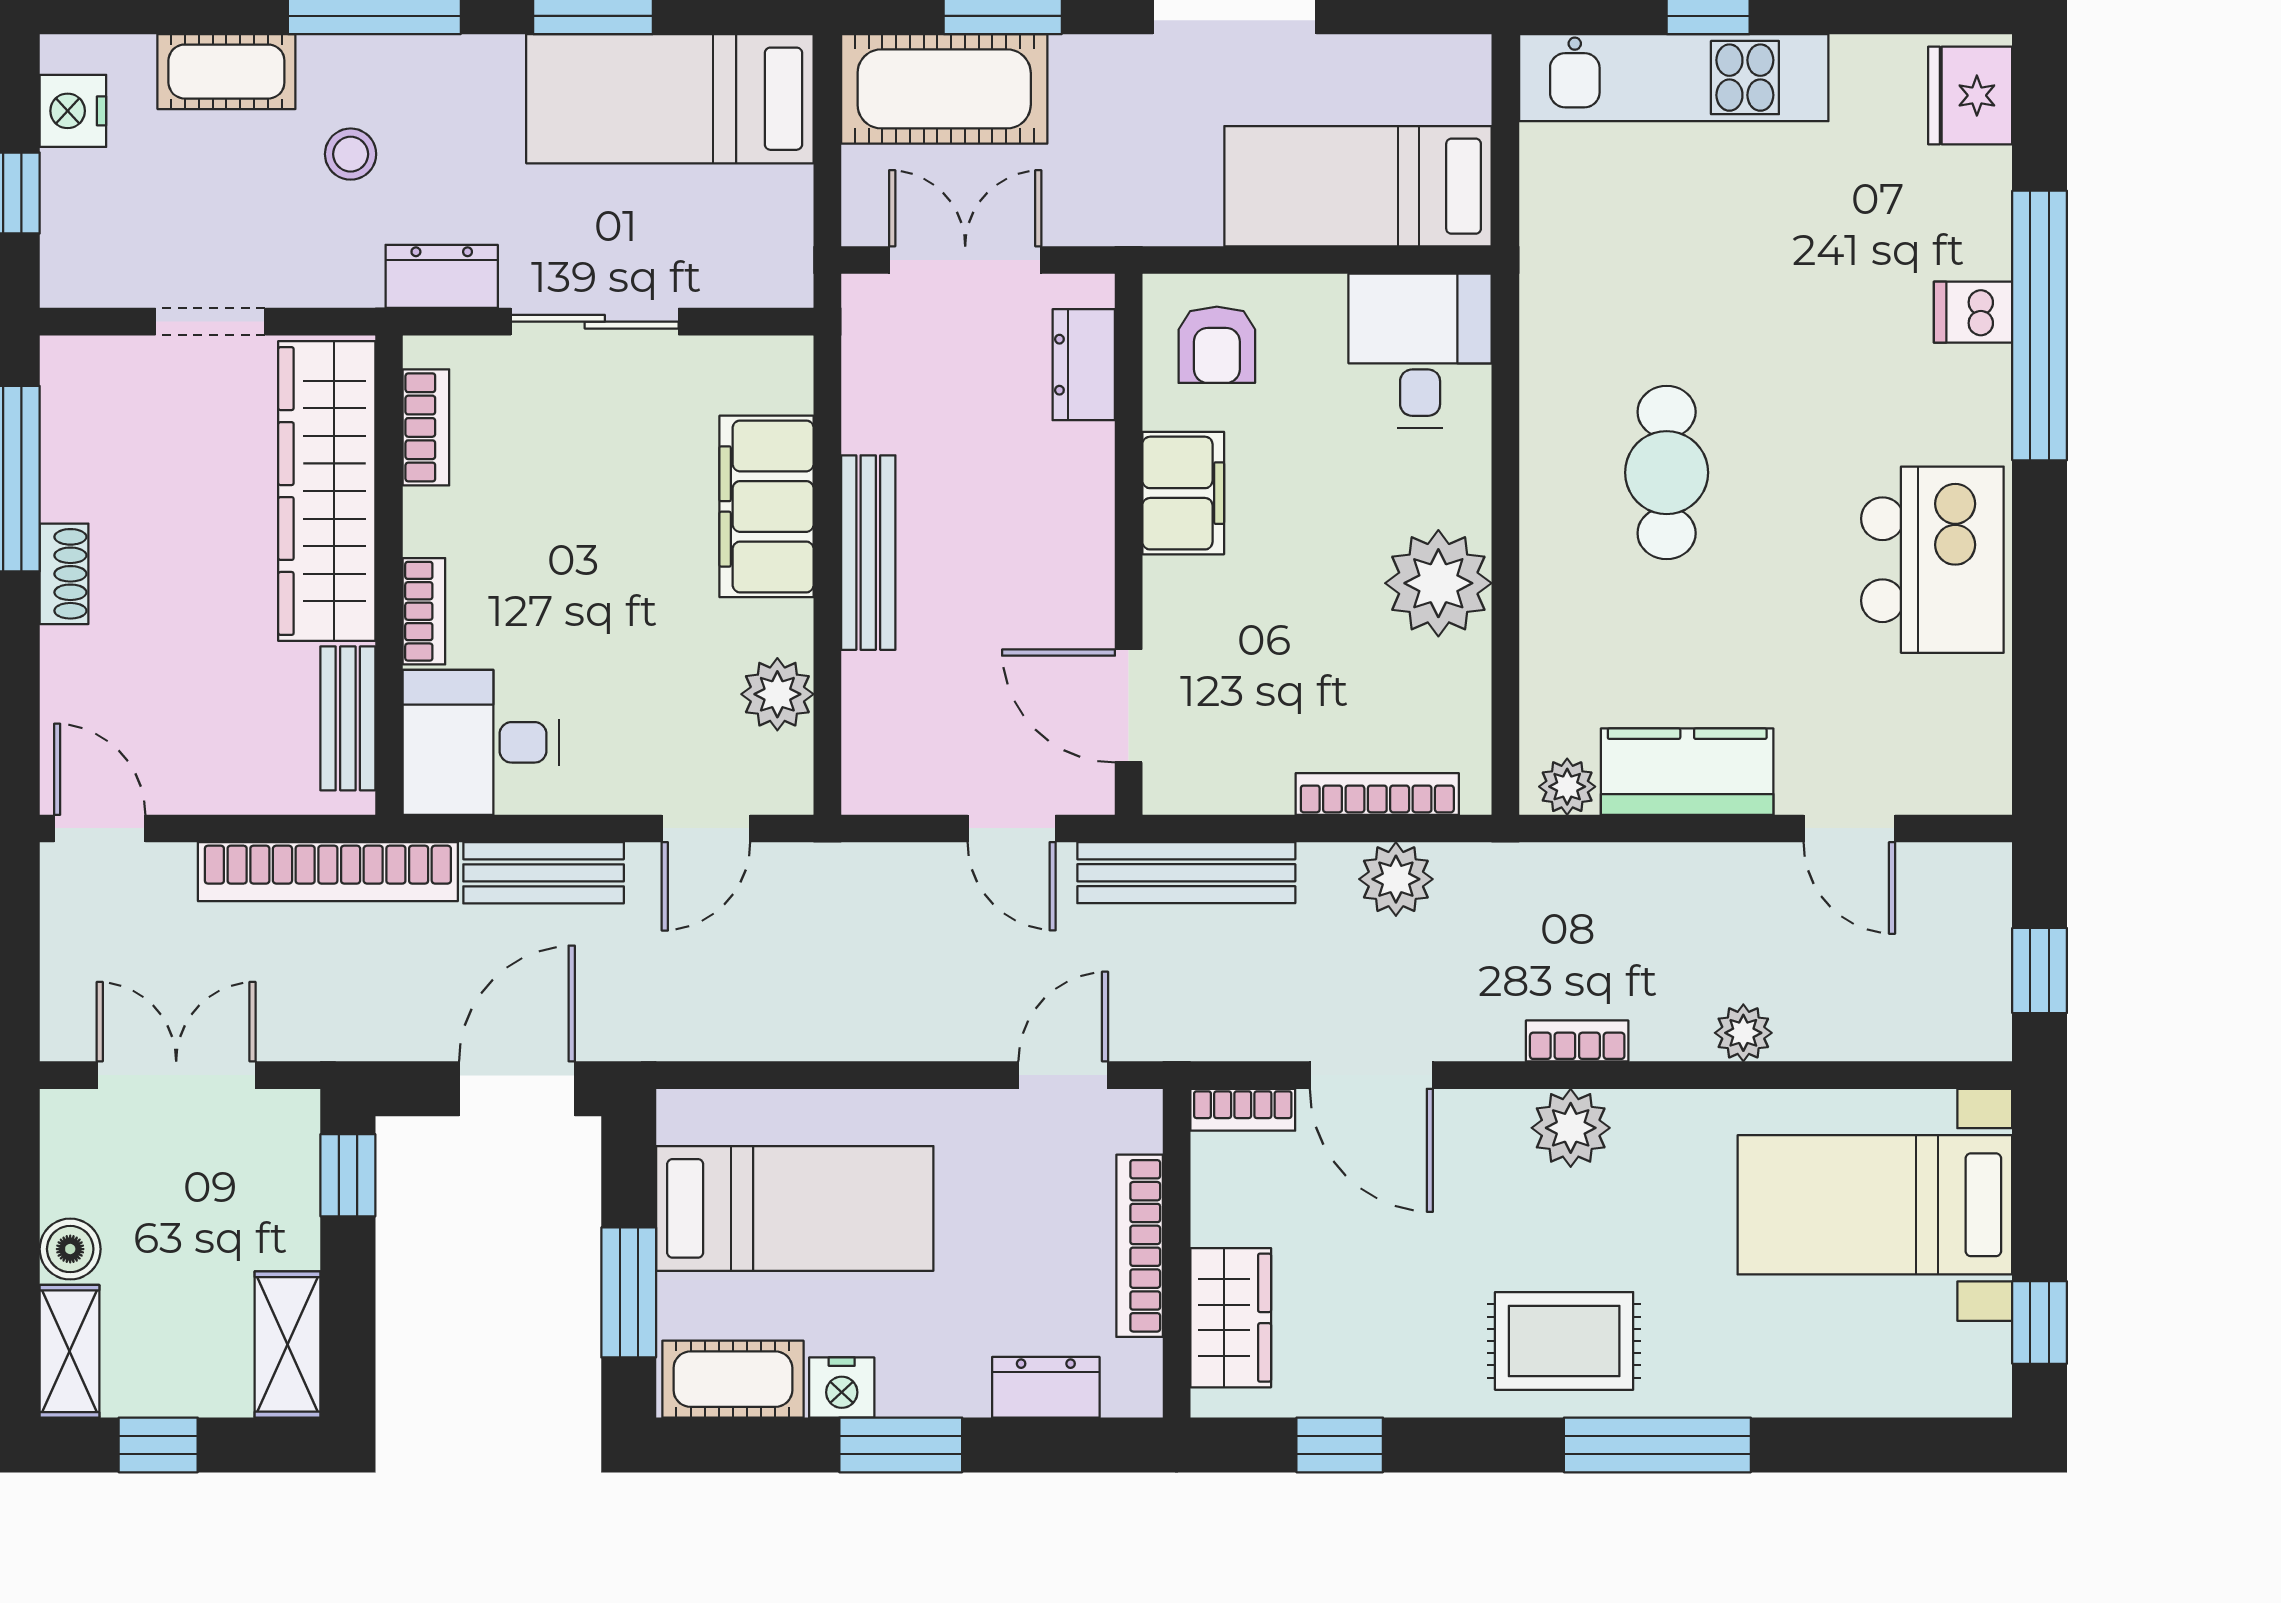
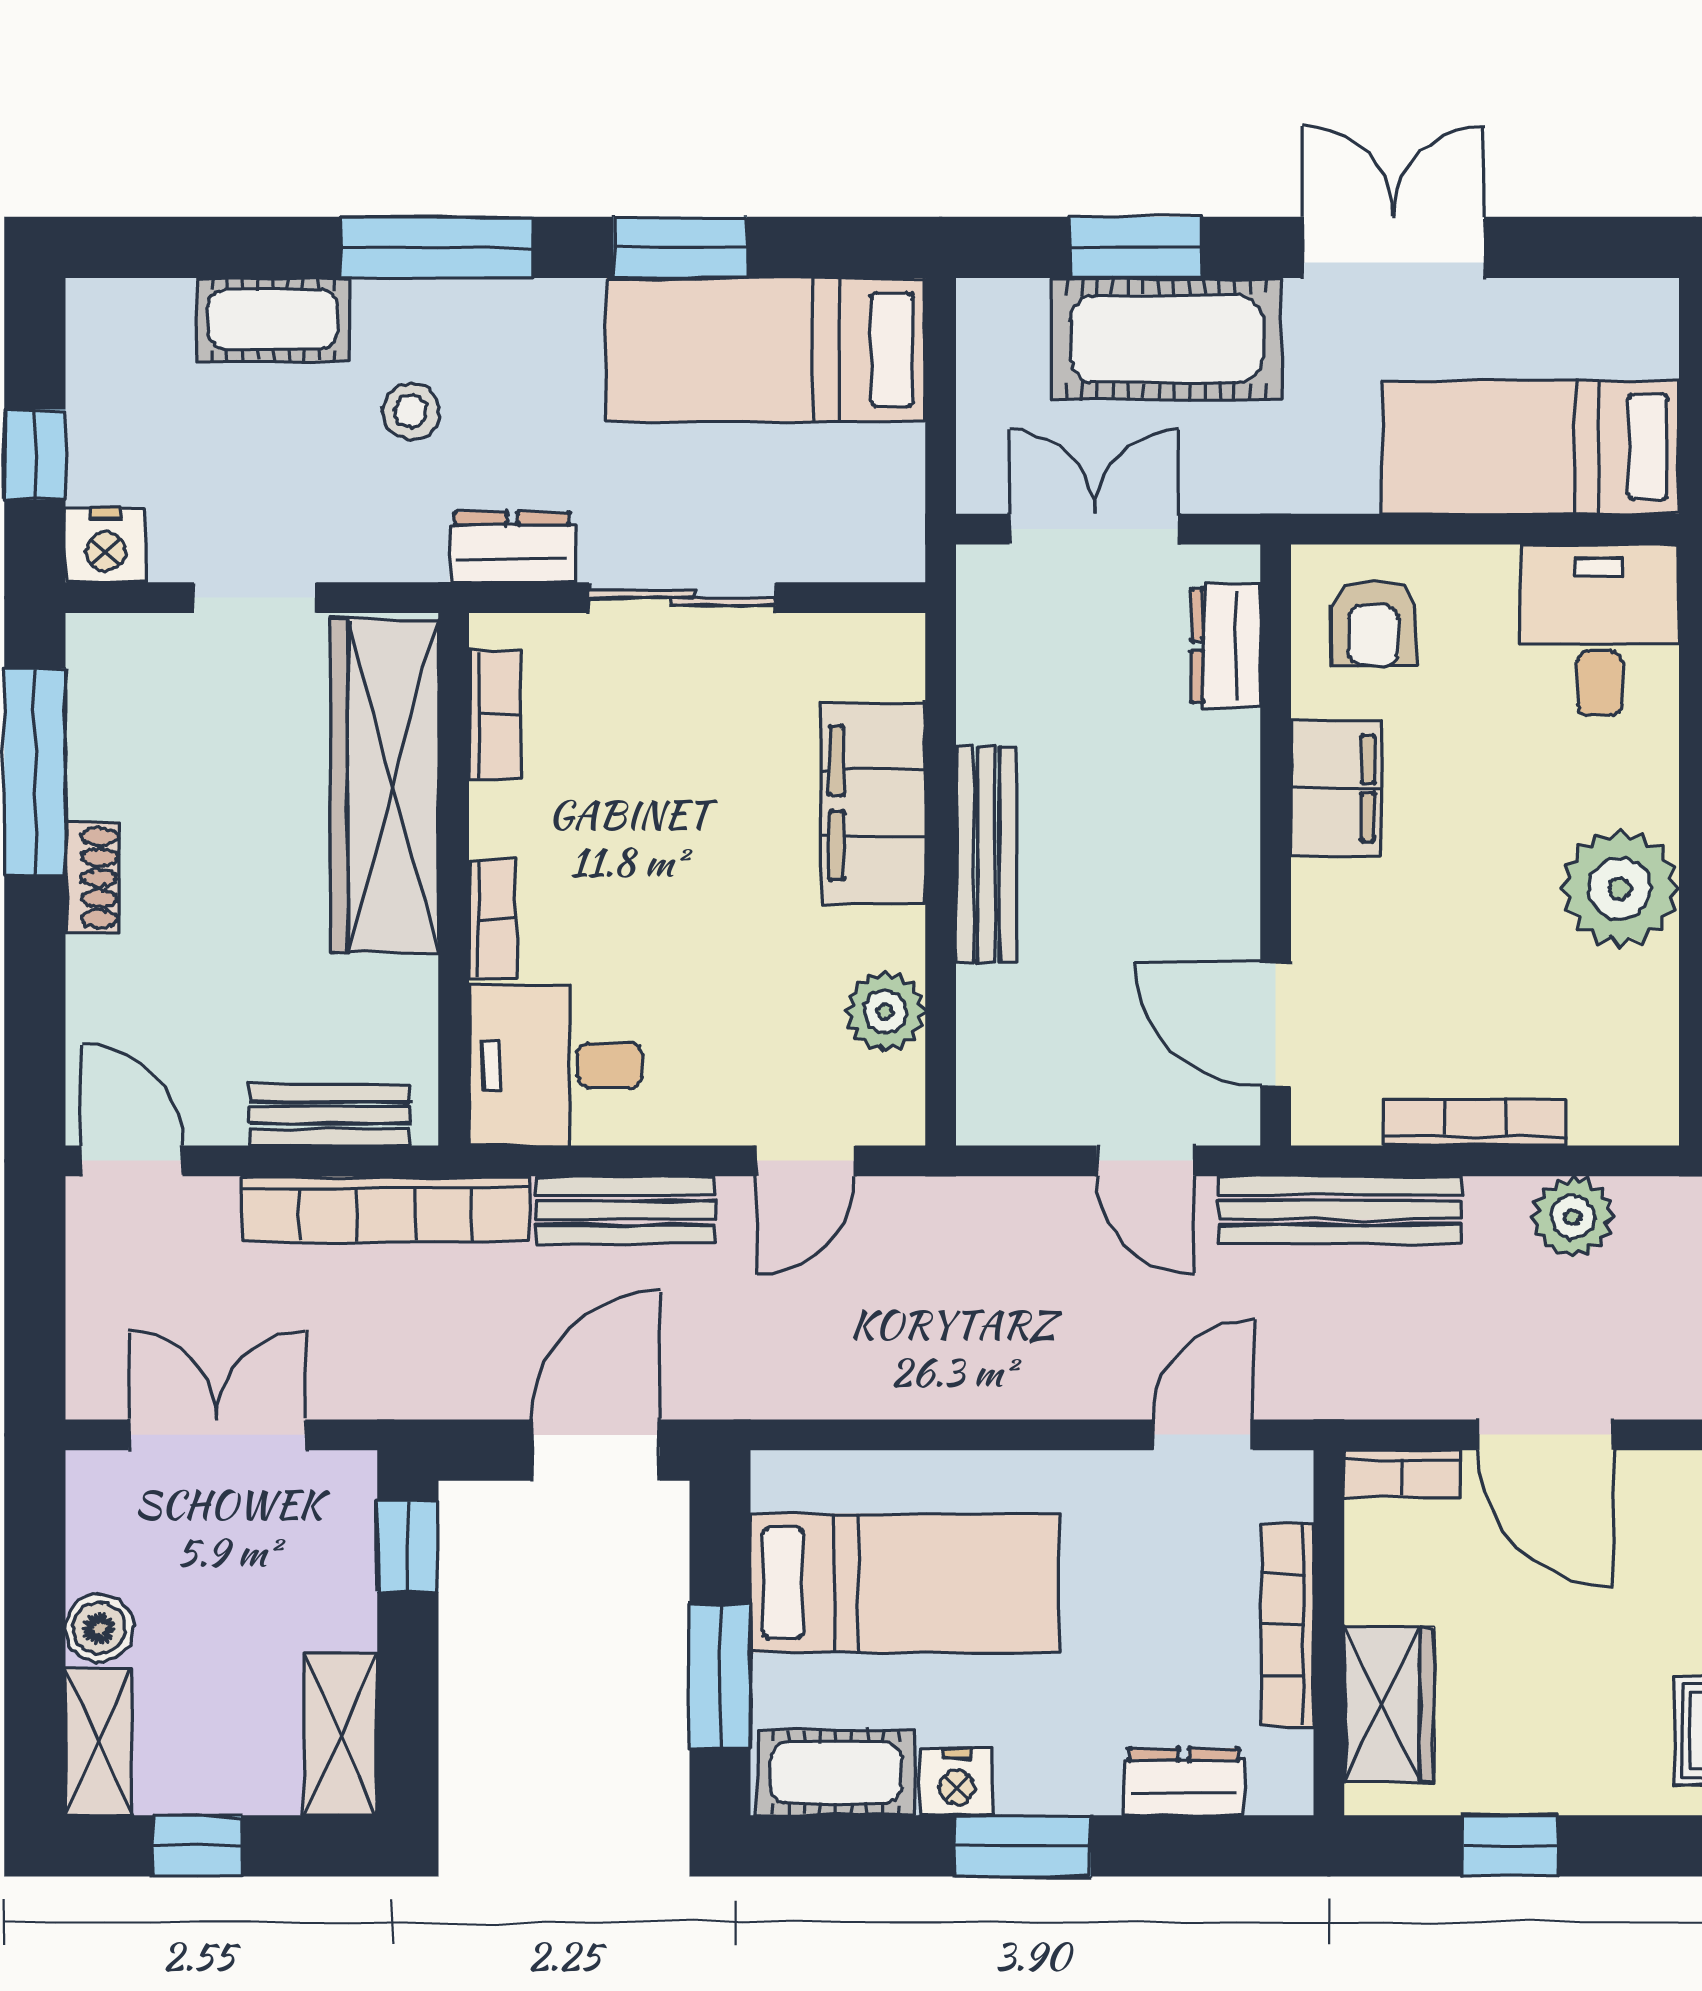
cot: (944, 89) -> (1166, 339), moved
nightstand: (73, 111) -> (106, 545), moved, turned -90
bench: (348, 718) -> (330, 1115), moved, turned 90
bookcase: (1377, 794) -> (1475, 1122), moved

